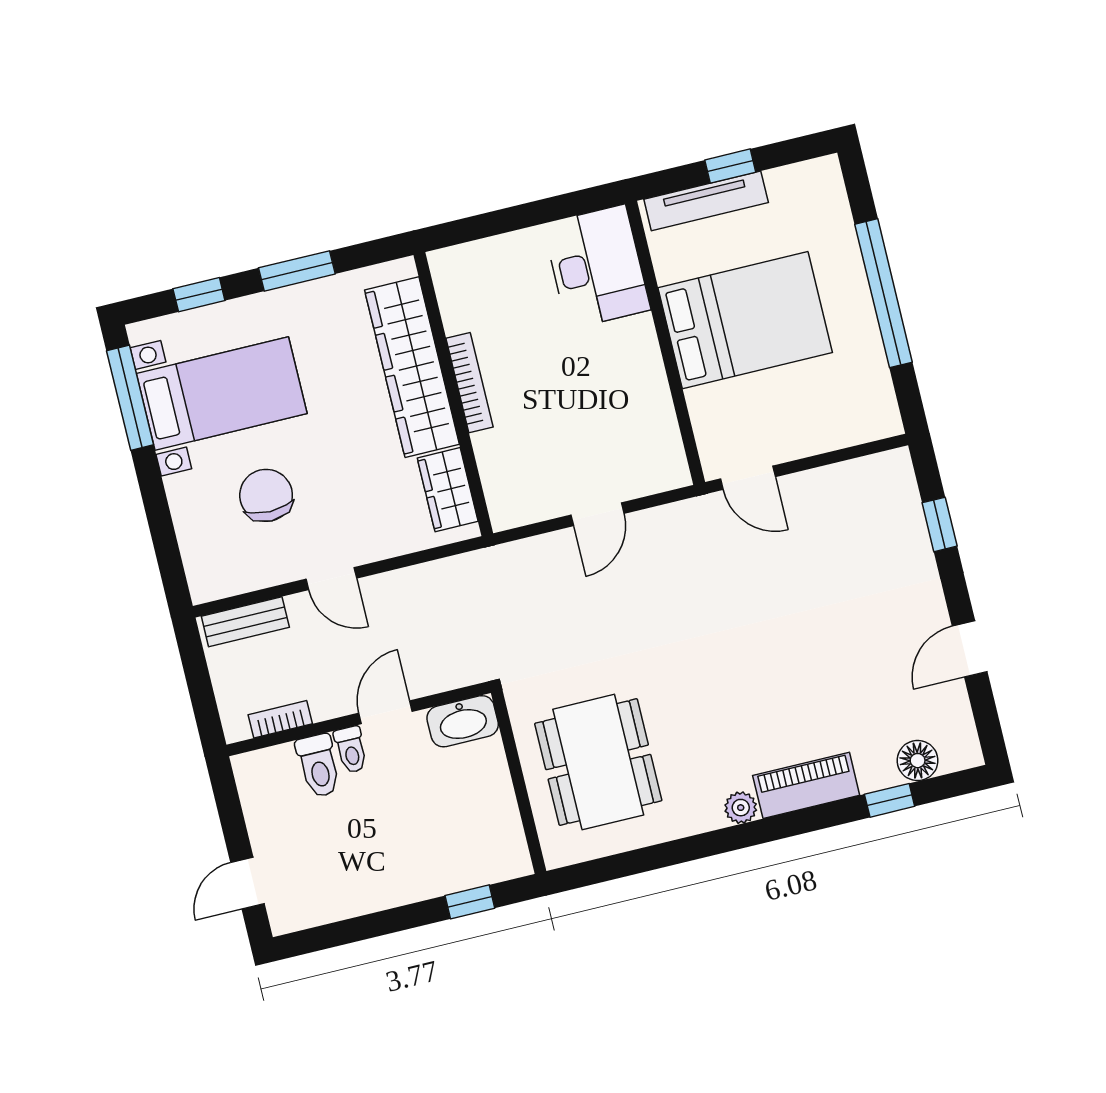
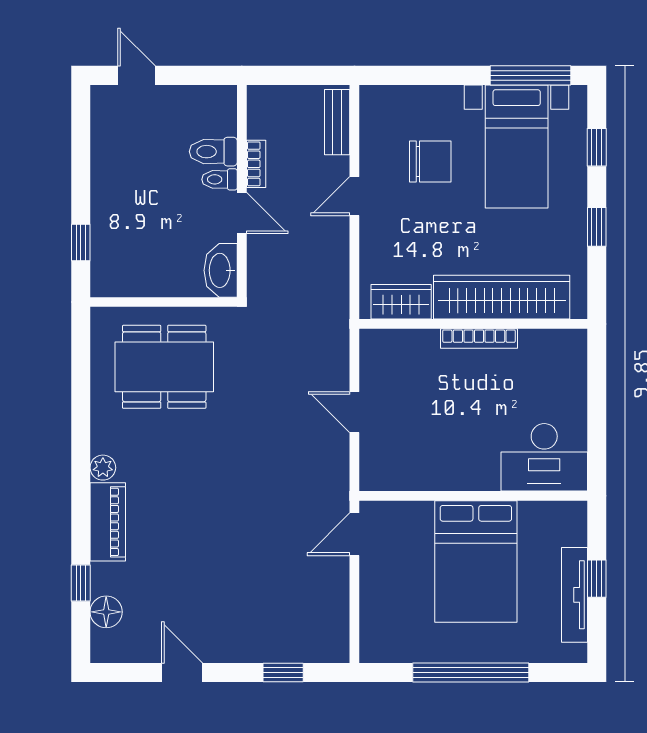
tv unit: (706, 201) -> (574, 595), moved
window: (297, 271) -> (597, 227), width x0.67
bookcase: (280, 719) -> (256, 164), moved

